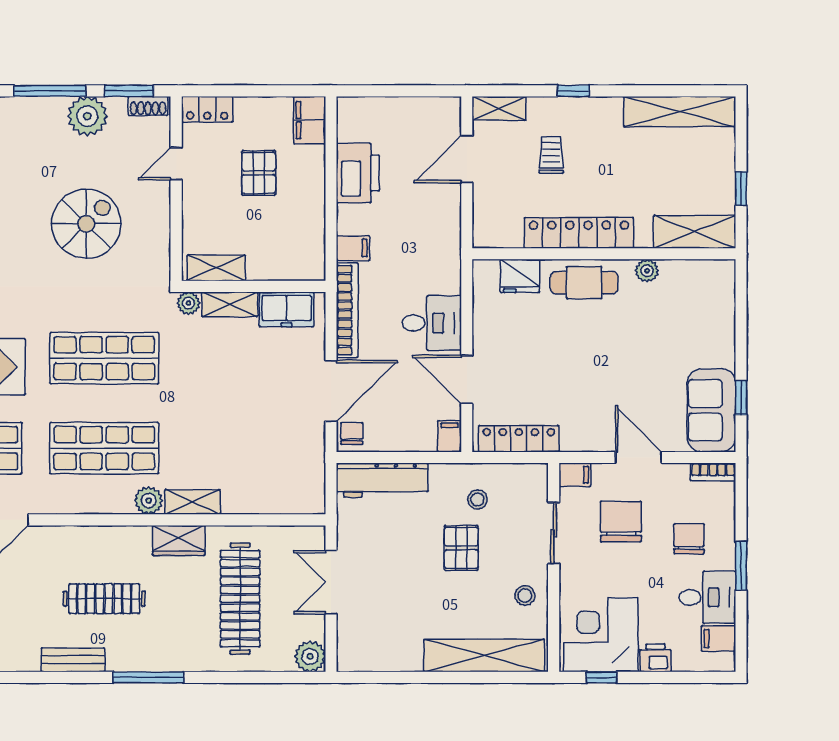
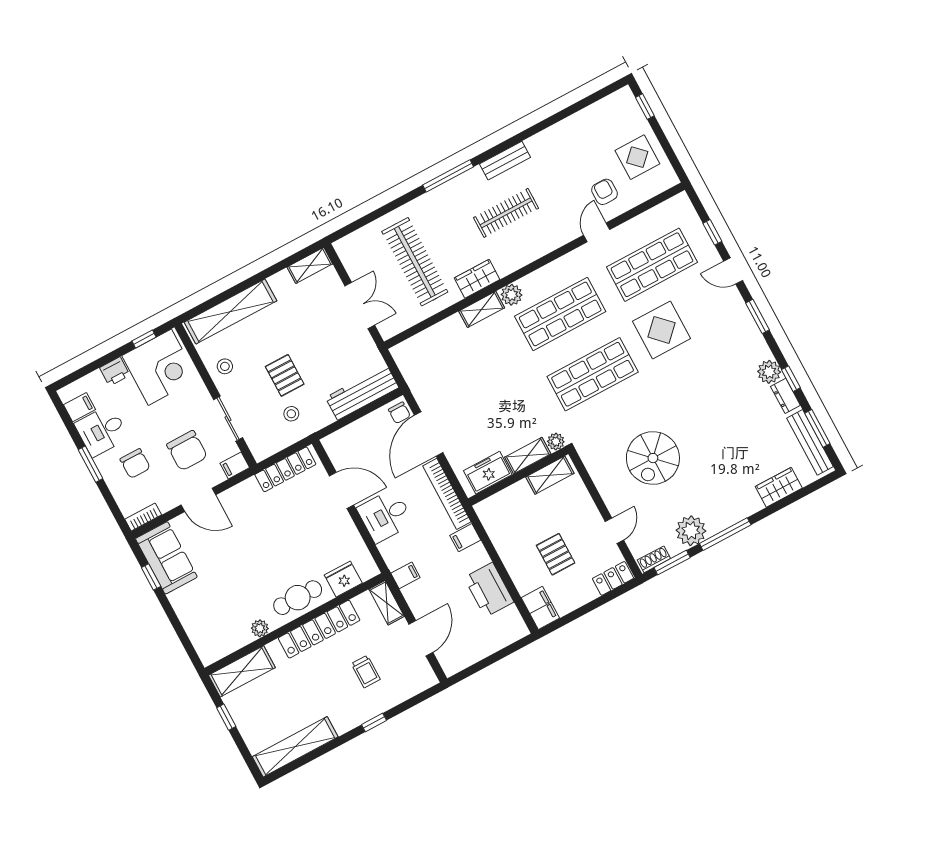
shelving: (499, 108) -> (387, 603), moved, turned 90
filing cabinet: (450, 436) -> (405, 575), moved, turned -90
plant: (310, 656) -> (347, 248), removed
shelving: (364, 660) -> (310, 265), added

